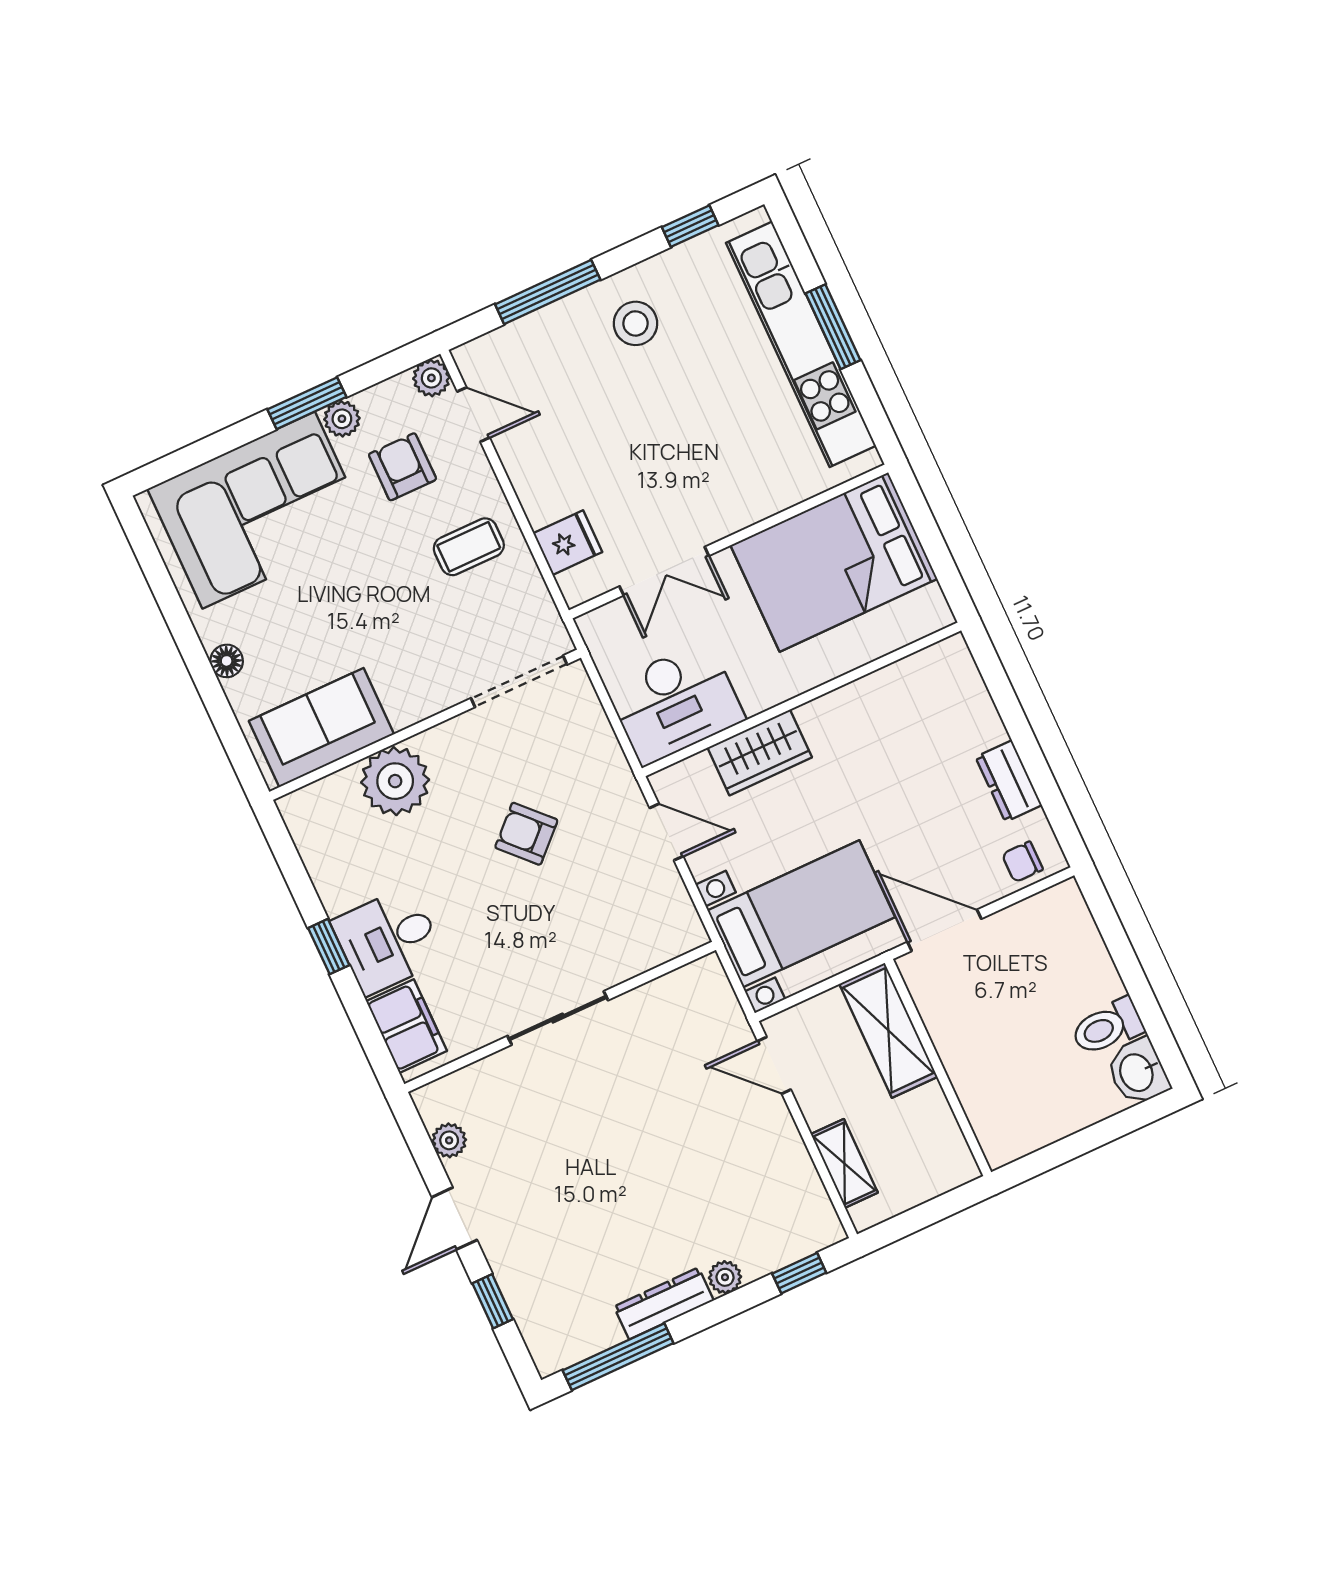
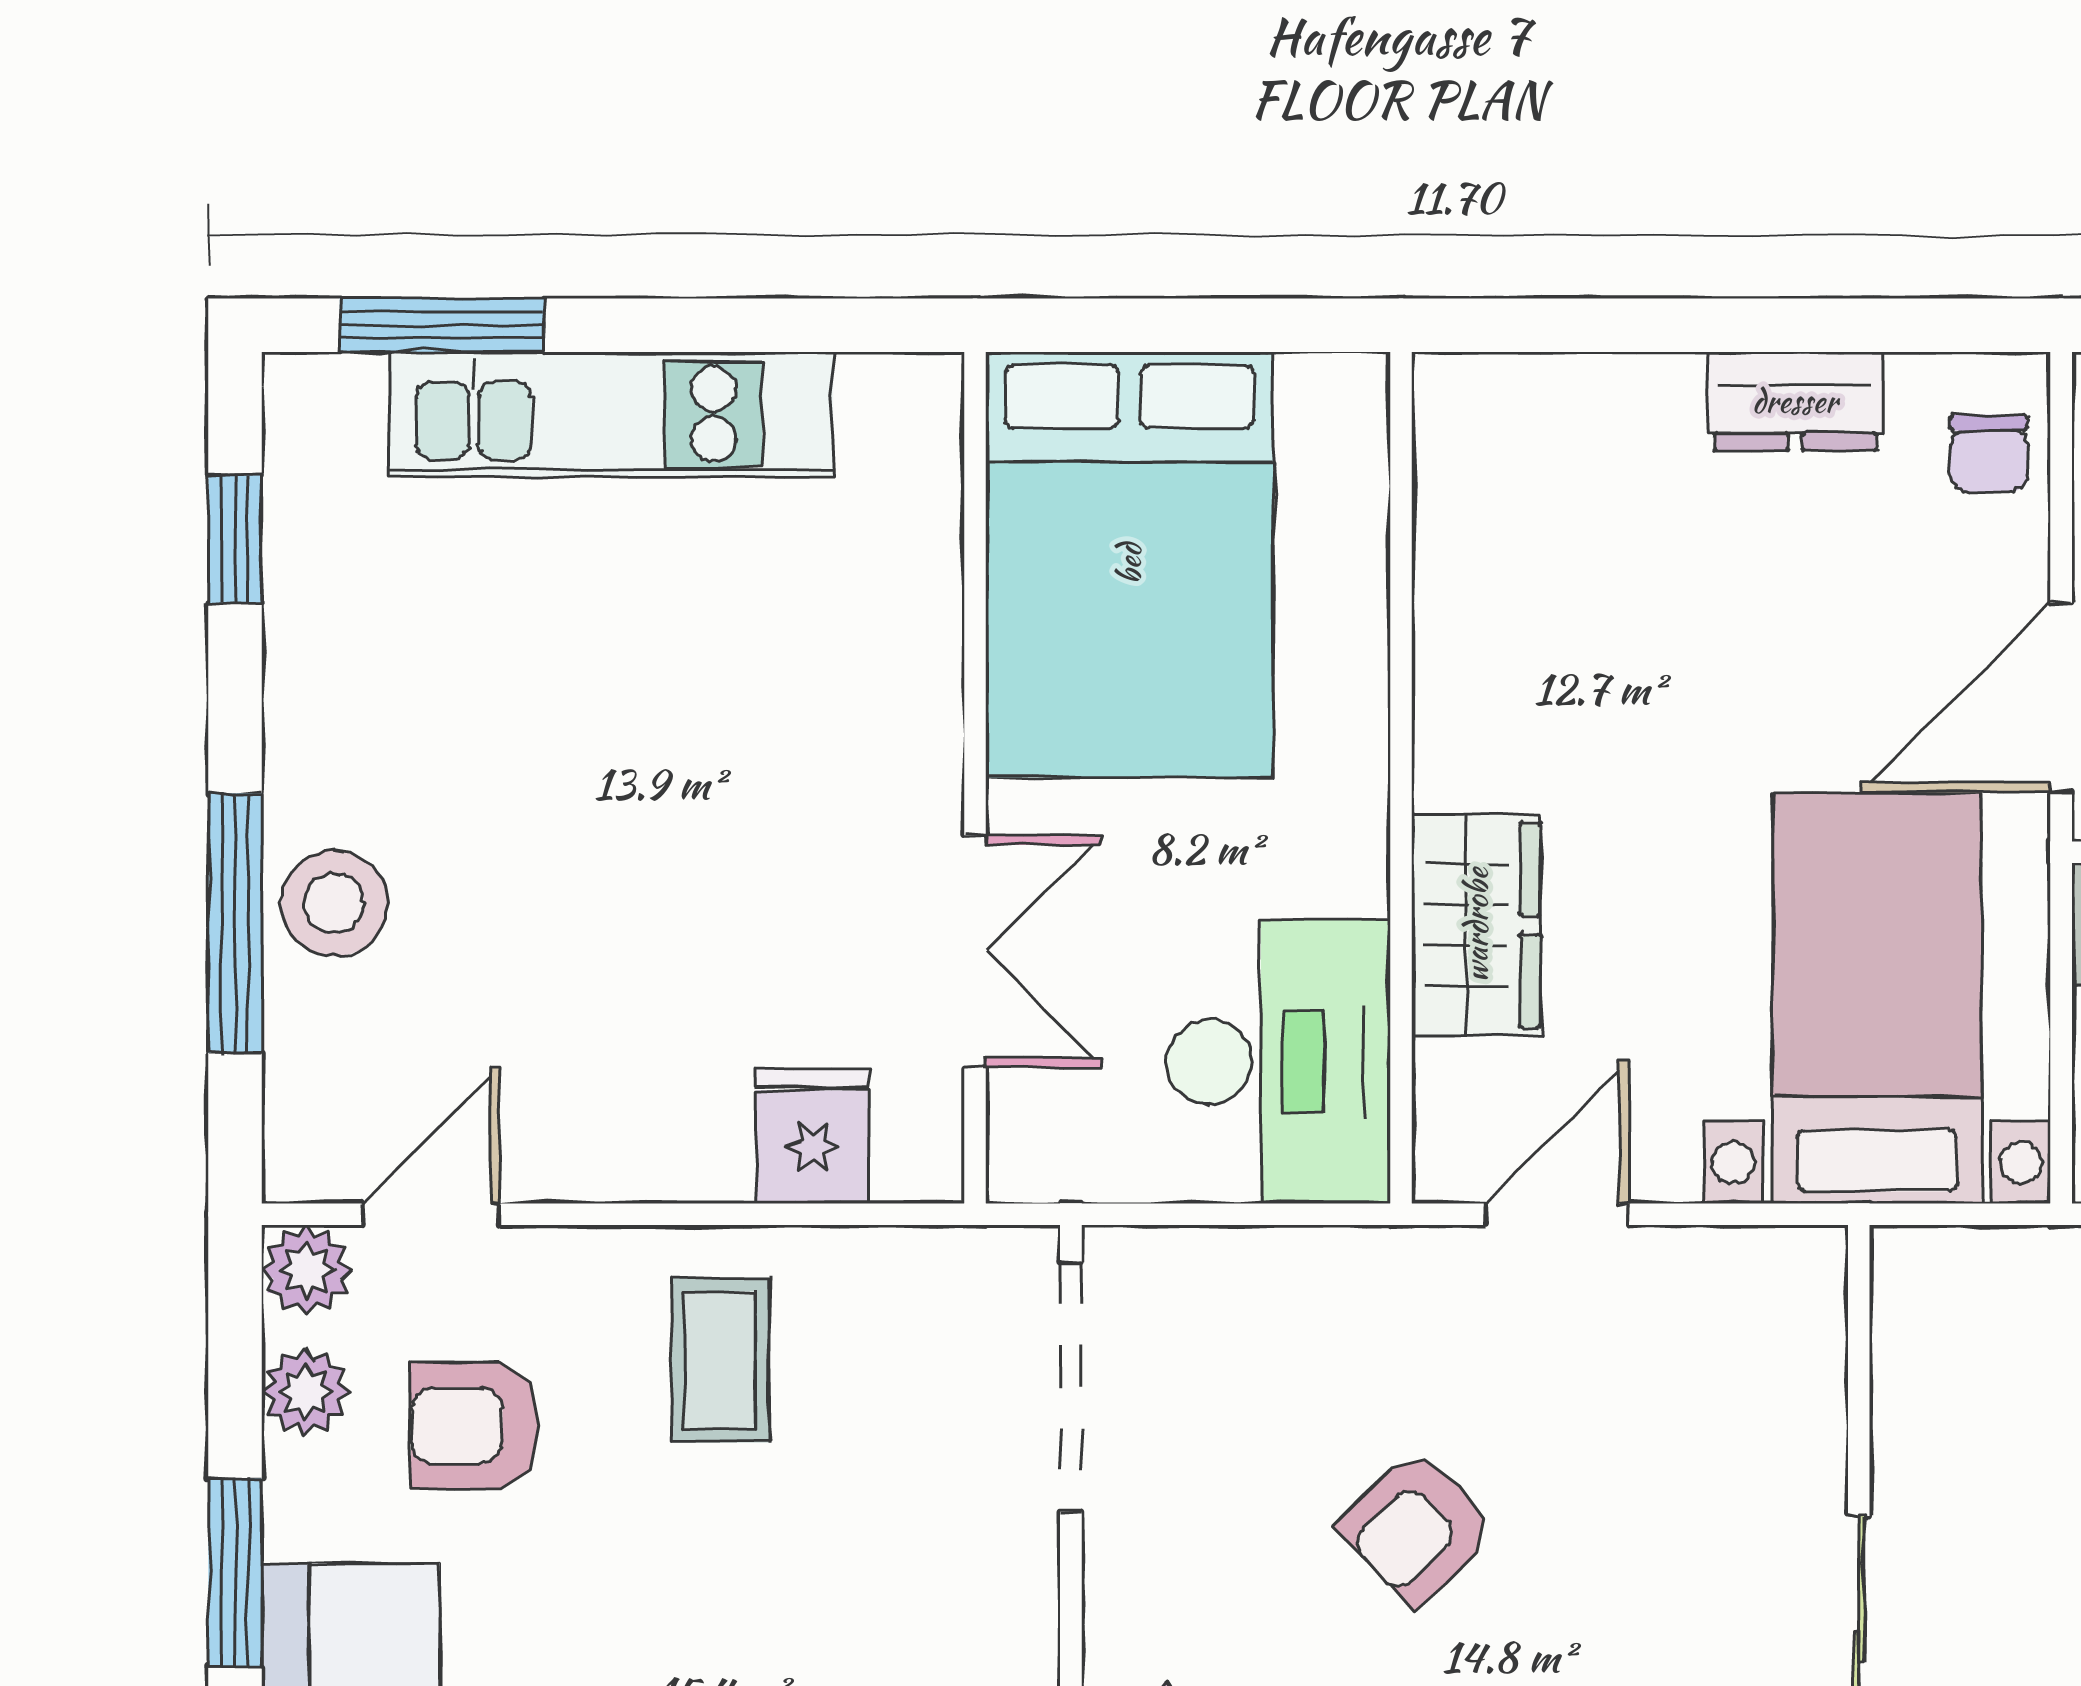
stool: (636, 323) -> (334, 903), moved
window: (833, 327) -> (442, 325), moved
kitchen unit: (801, 344) -> (611, 414), width x0.73
plant: (342, 419) -> (306, 1392), moved

